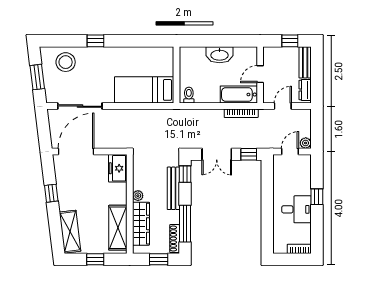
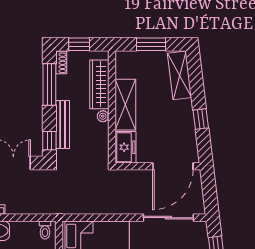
shelving: (118, 228) -> (125, 105), moved
shoe rack: (175, 239) -> (61, 63), width x0.70
window: (95, 259) -> (151, 44), width x1.50

